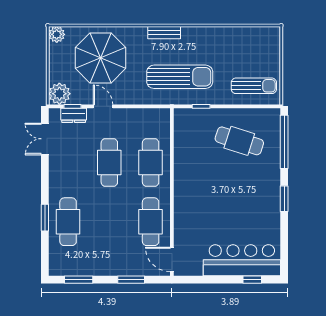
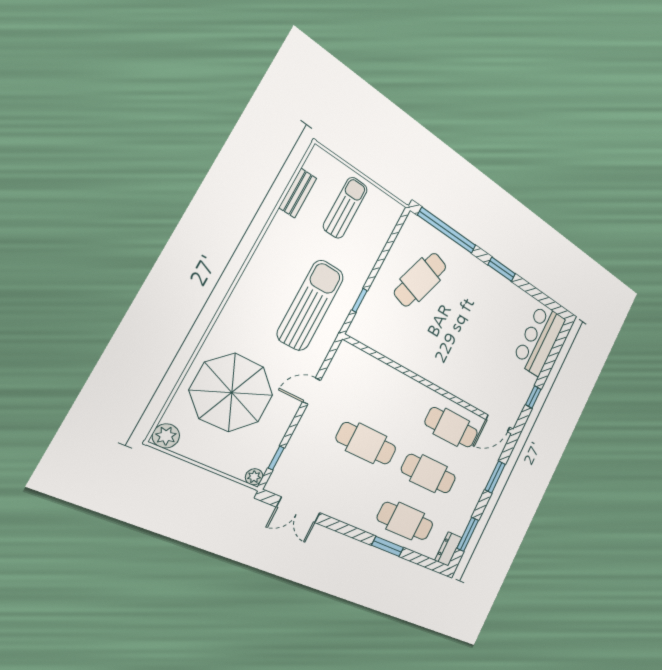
bench: (164, 33) -> (298, 193), moved
sun lounger: (254, 86) -> (345, 208), moved
plant: (59, 94) -> (254, 477), width x0.53, depth x0.53
door: (103, 106) -> (312, 391), moved
dresser: (74, 115) -> (448, 549), moved, turned 180
cafe table: (151, 162) -> (429, 474), moved
bar counter: (242, 260) -> (539, 340), width x0.73
window: (252, 280) -> (533, 397), moved

